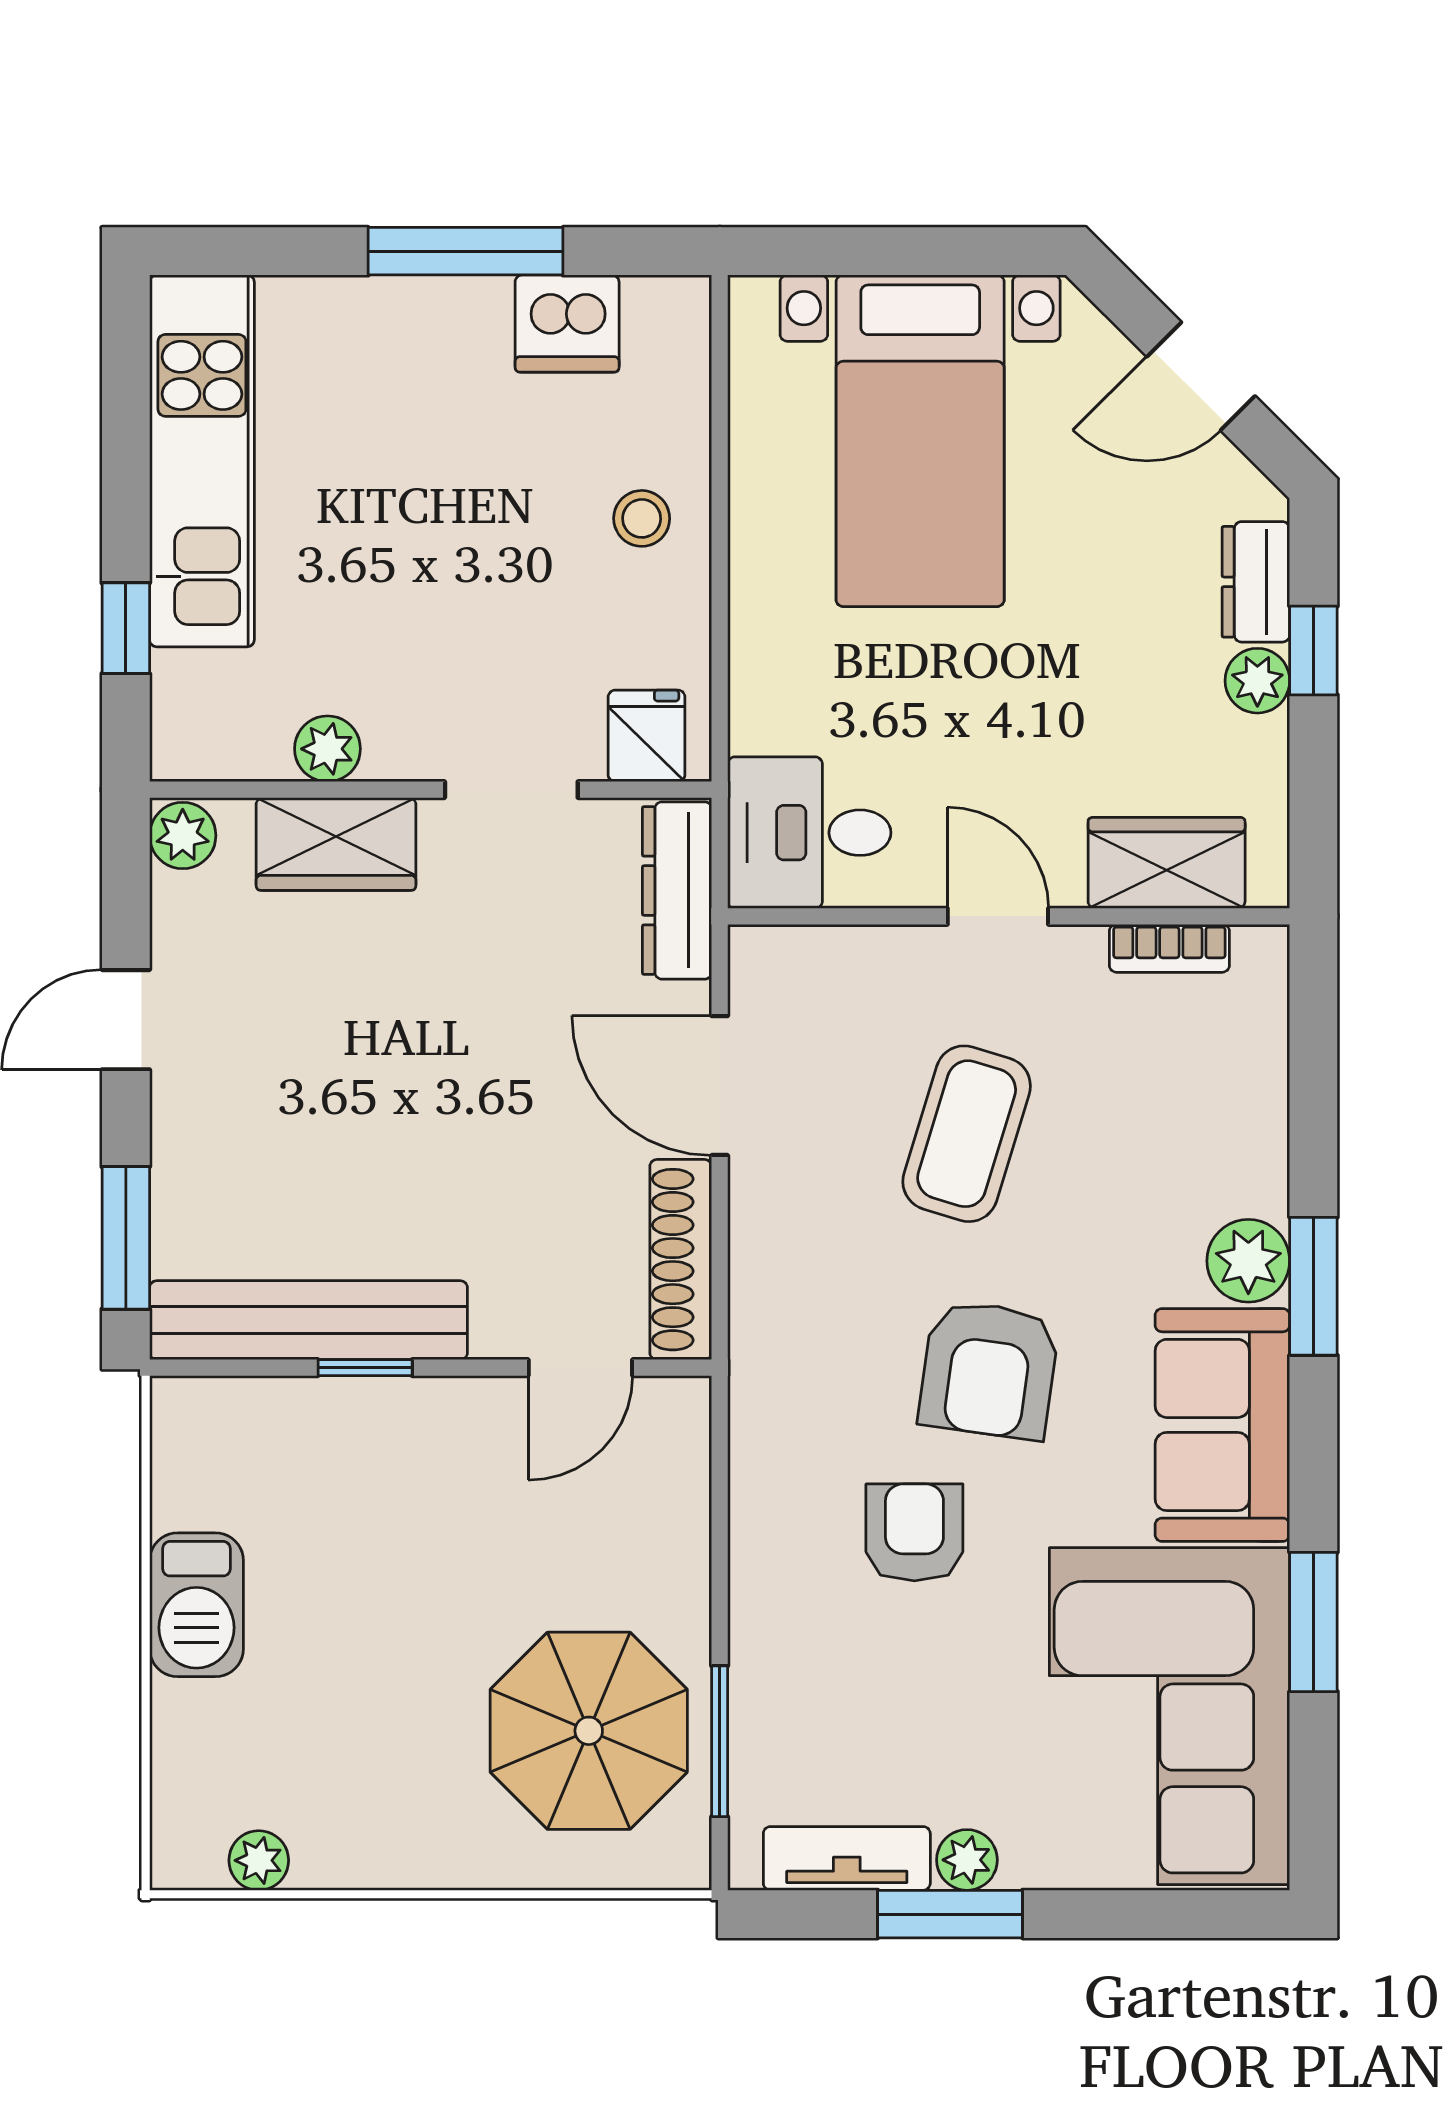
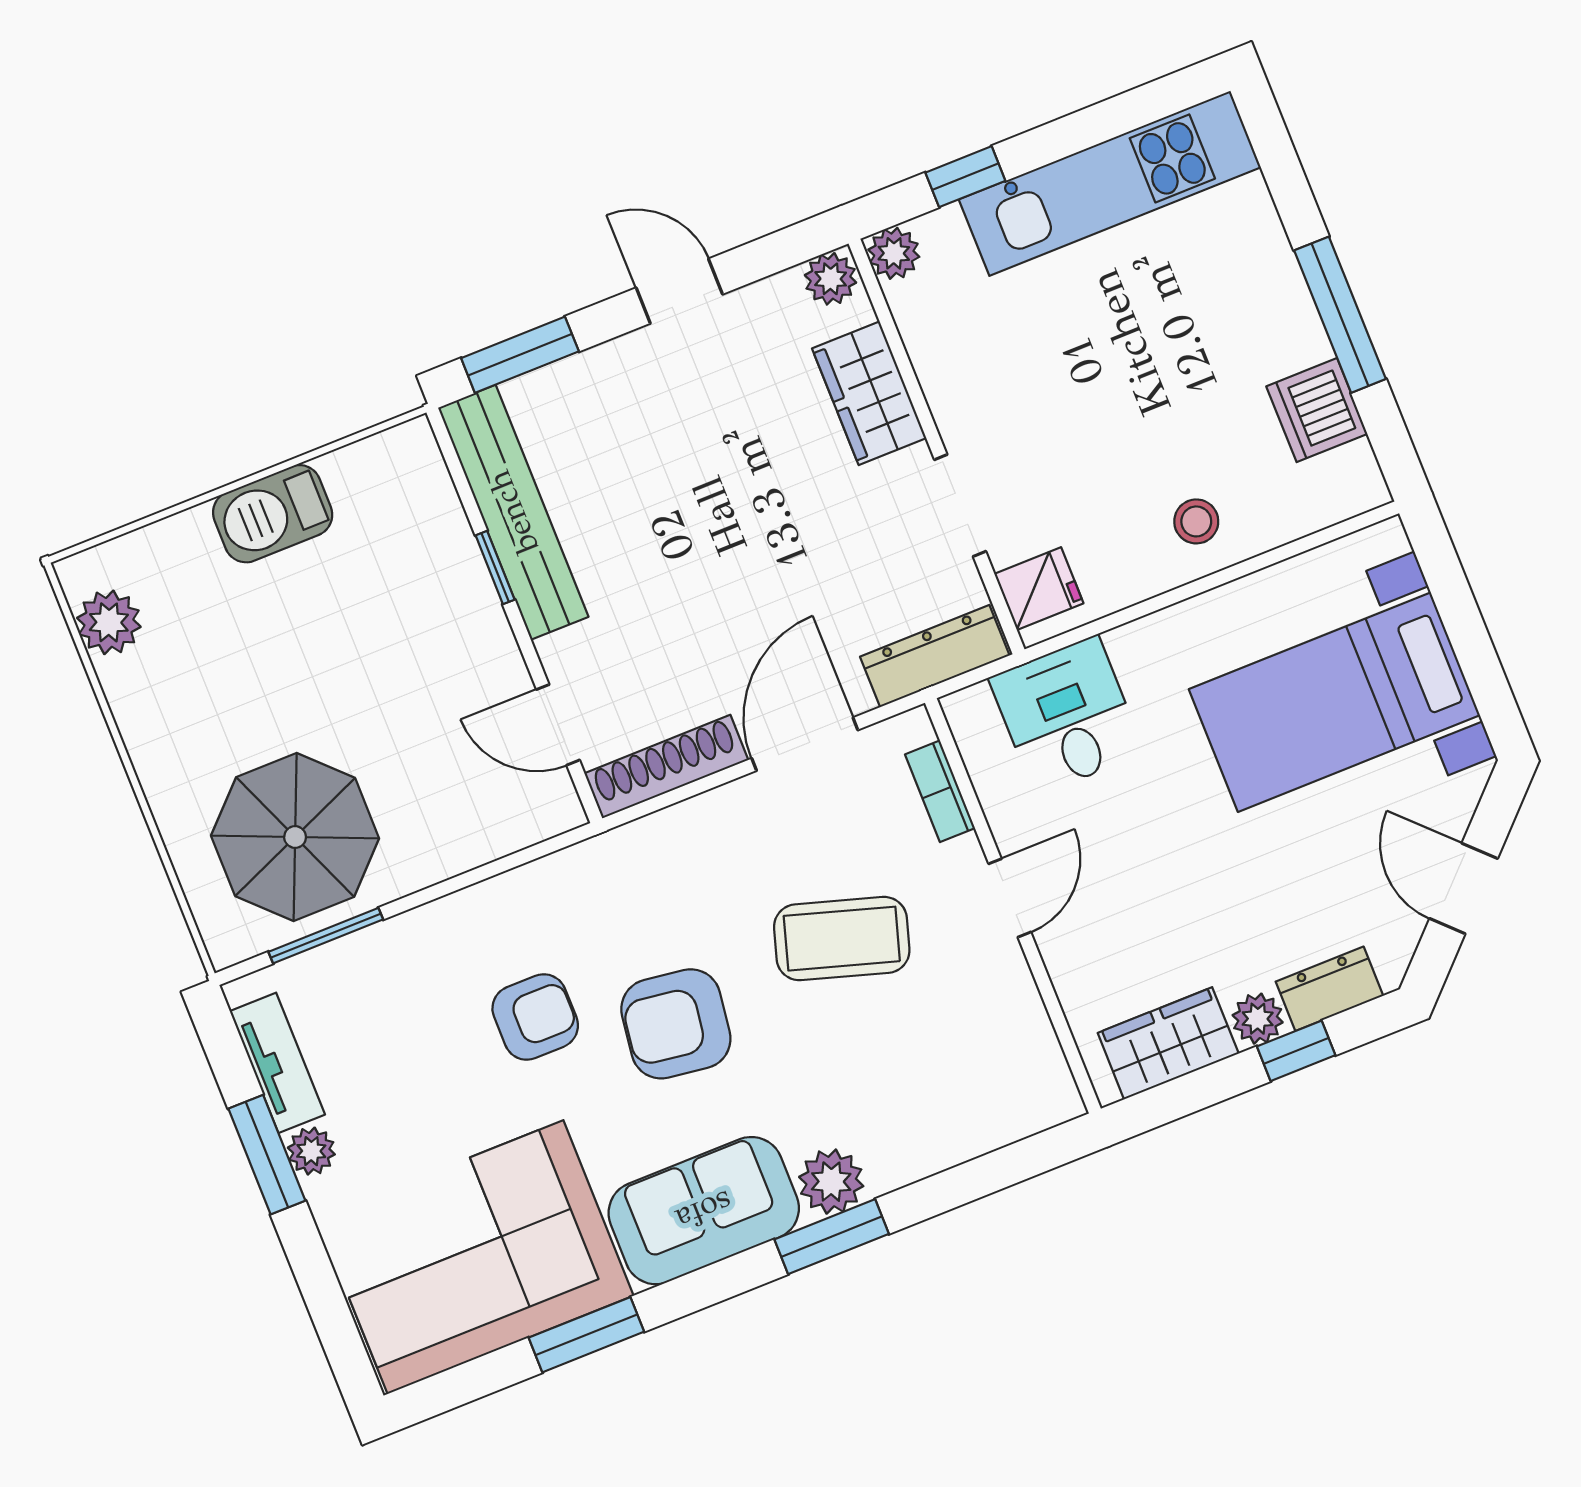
plant: (327, 749) -> (894, 253), moved
desk: (809, 833) -> (1067, 715), moved
wardrobe: (1167, 863) -> (1168, 1043), moved, turned -90
bookcase: (1169, 948) -> (940, 791), moved
plant: (259, 1860) -> (109, 622), width x1.38, depth x1.38

